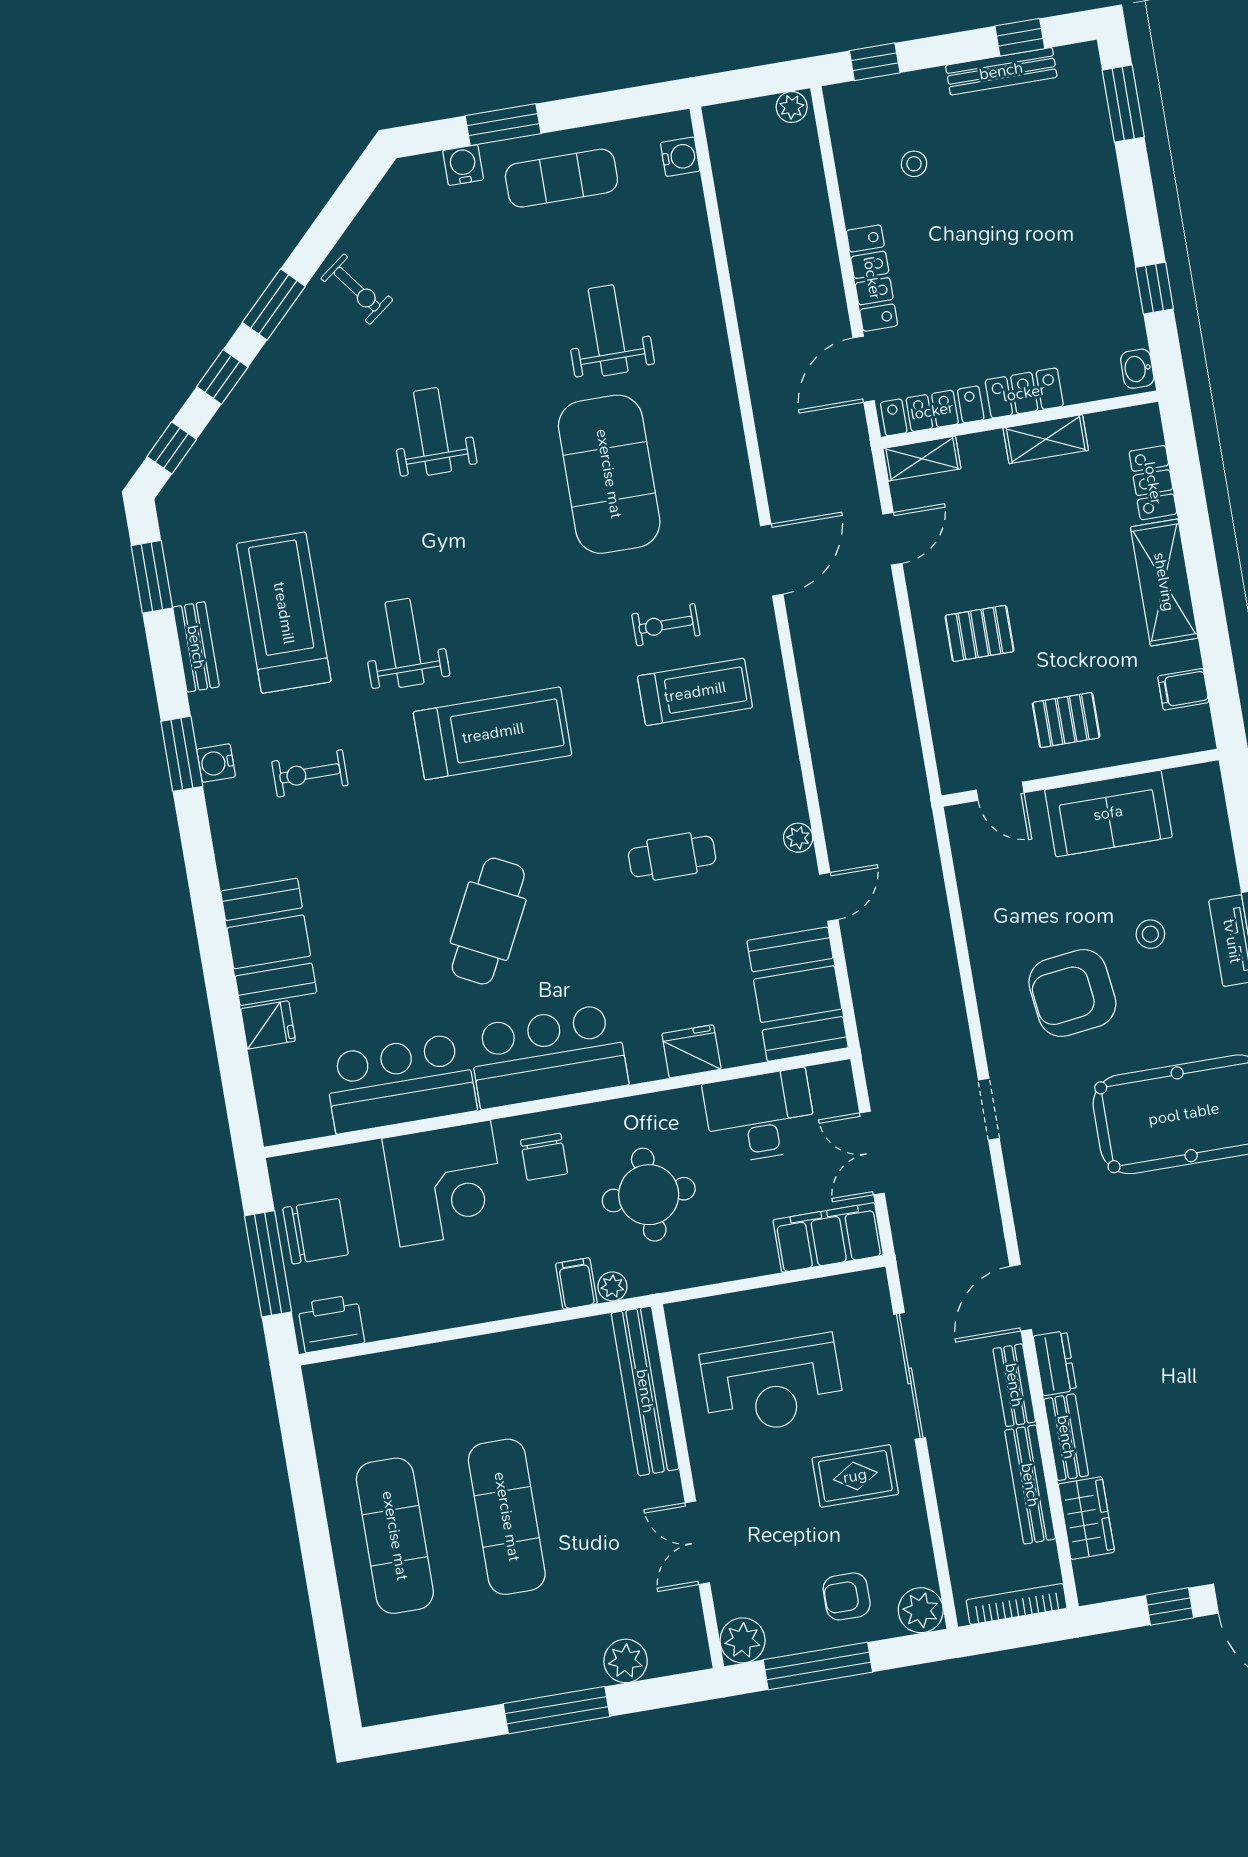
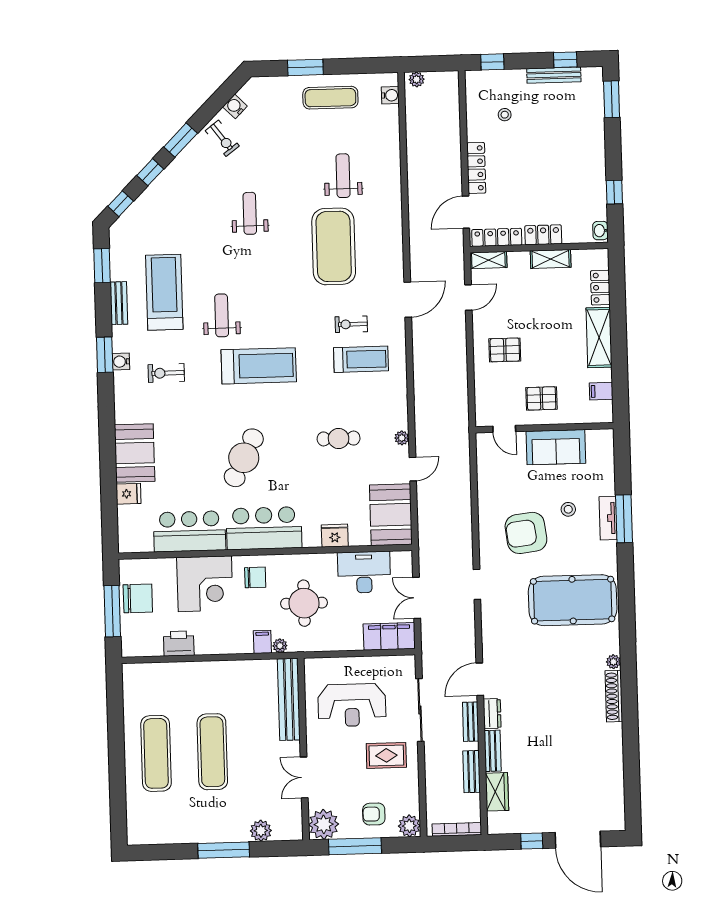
plant: (792, 107) -> (417, 79), moved
water cooler: (463, 165) -> (235, 106), moved, turned -45
chair: (544, 1157) -> (255, 577), turned -90
printer: (331, 1323) -> (179, 644), moved
bench: (1030, 1485) -> (472, 772), width x0.73
plant: (743, 1640) -> (324, 824), width x1.36, depth x1.36

